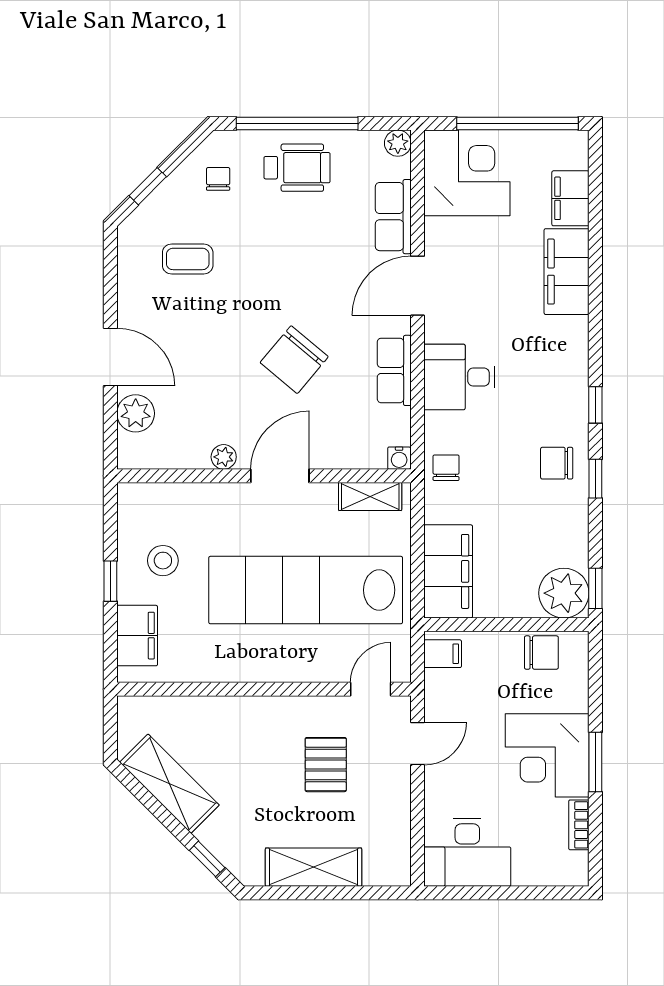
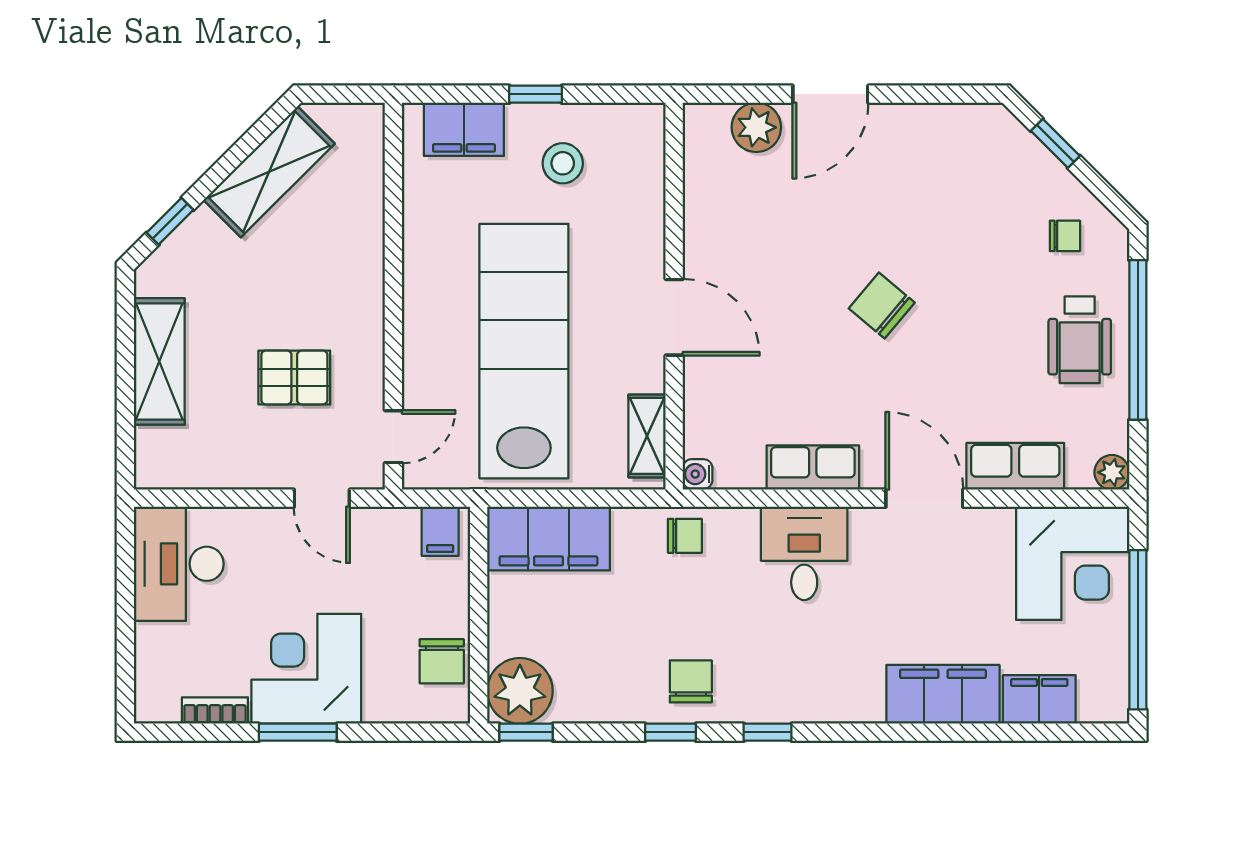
coffee table: (188, 259) -> (959, 196), removed
chair: (294, 360) -> (882, 305), moved, width x0.73, depth x0.73
plant: (224, 457) -> (699, 243), removed
door: (371, 689) -> (393, 437), hinge flipped

